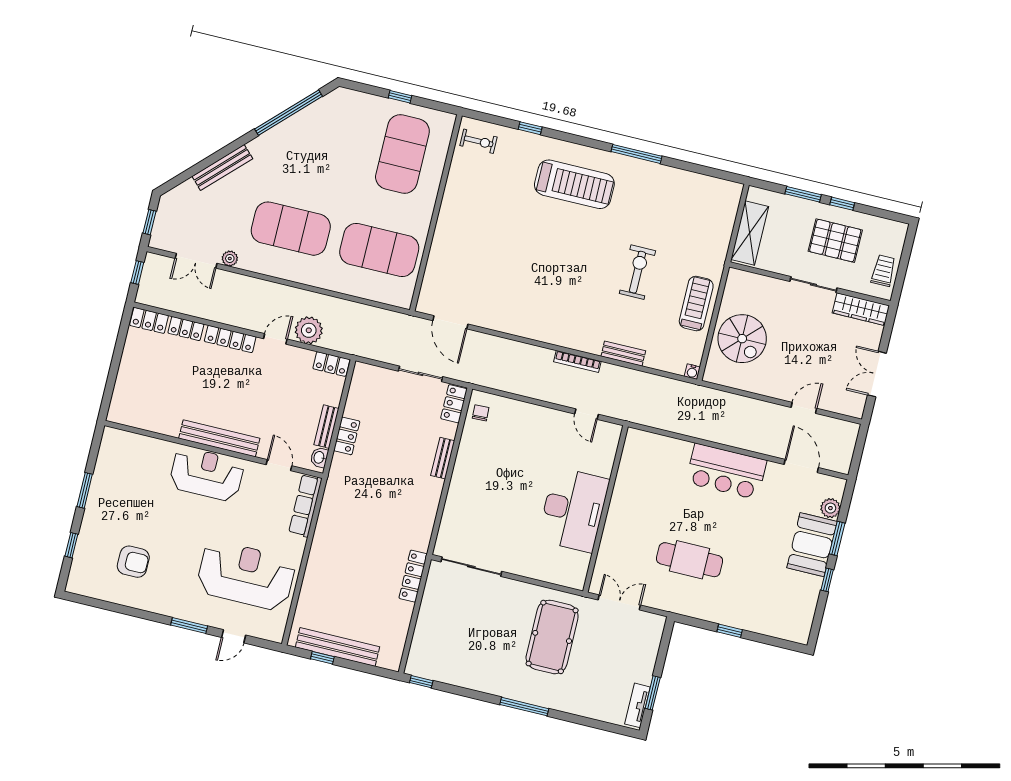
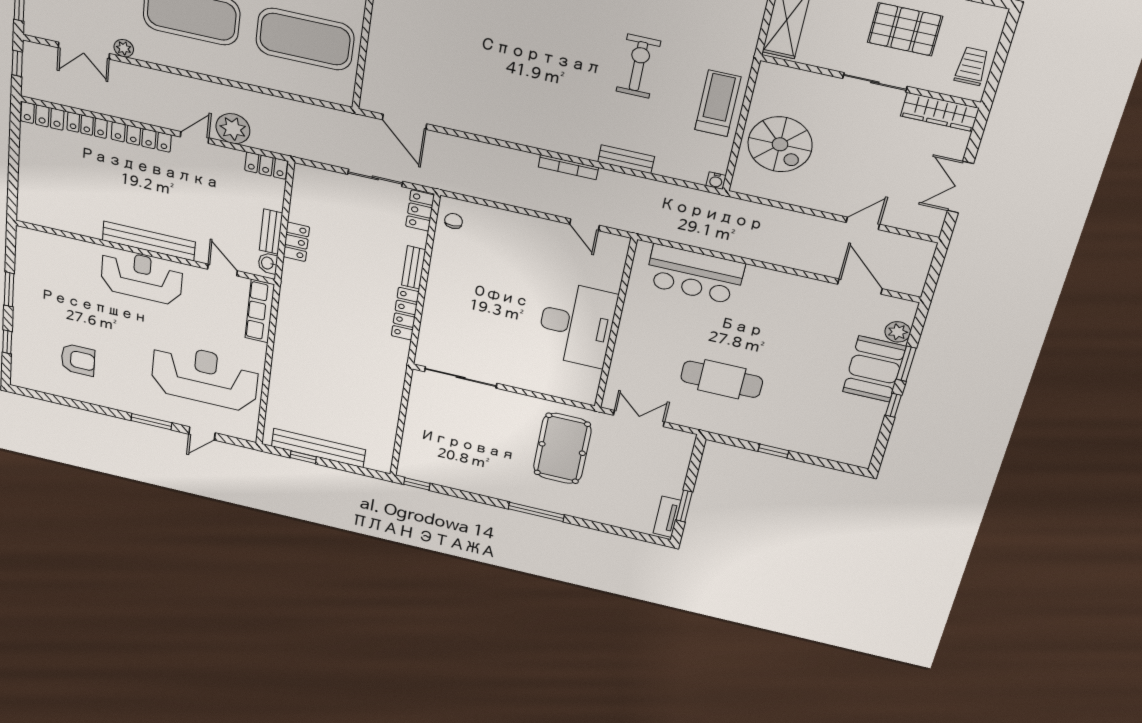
bar counter: (726, 471) -> (695, 274), moved
locker: (413, 576) -> (405, 314), moved

